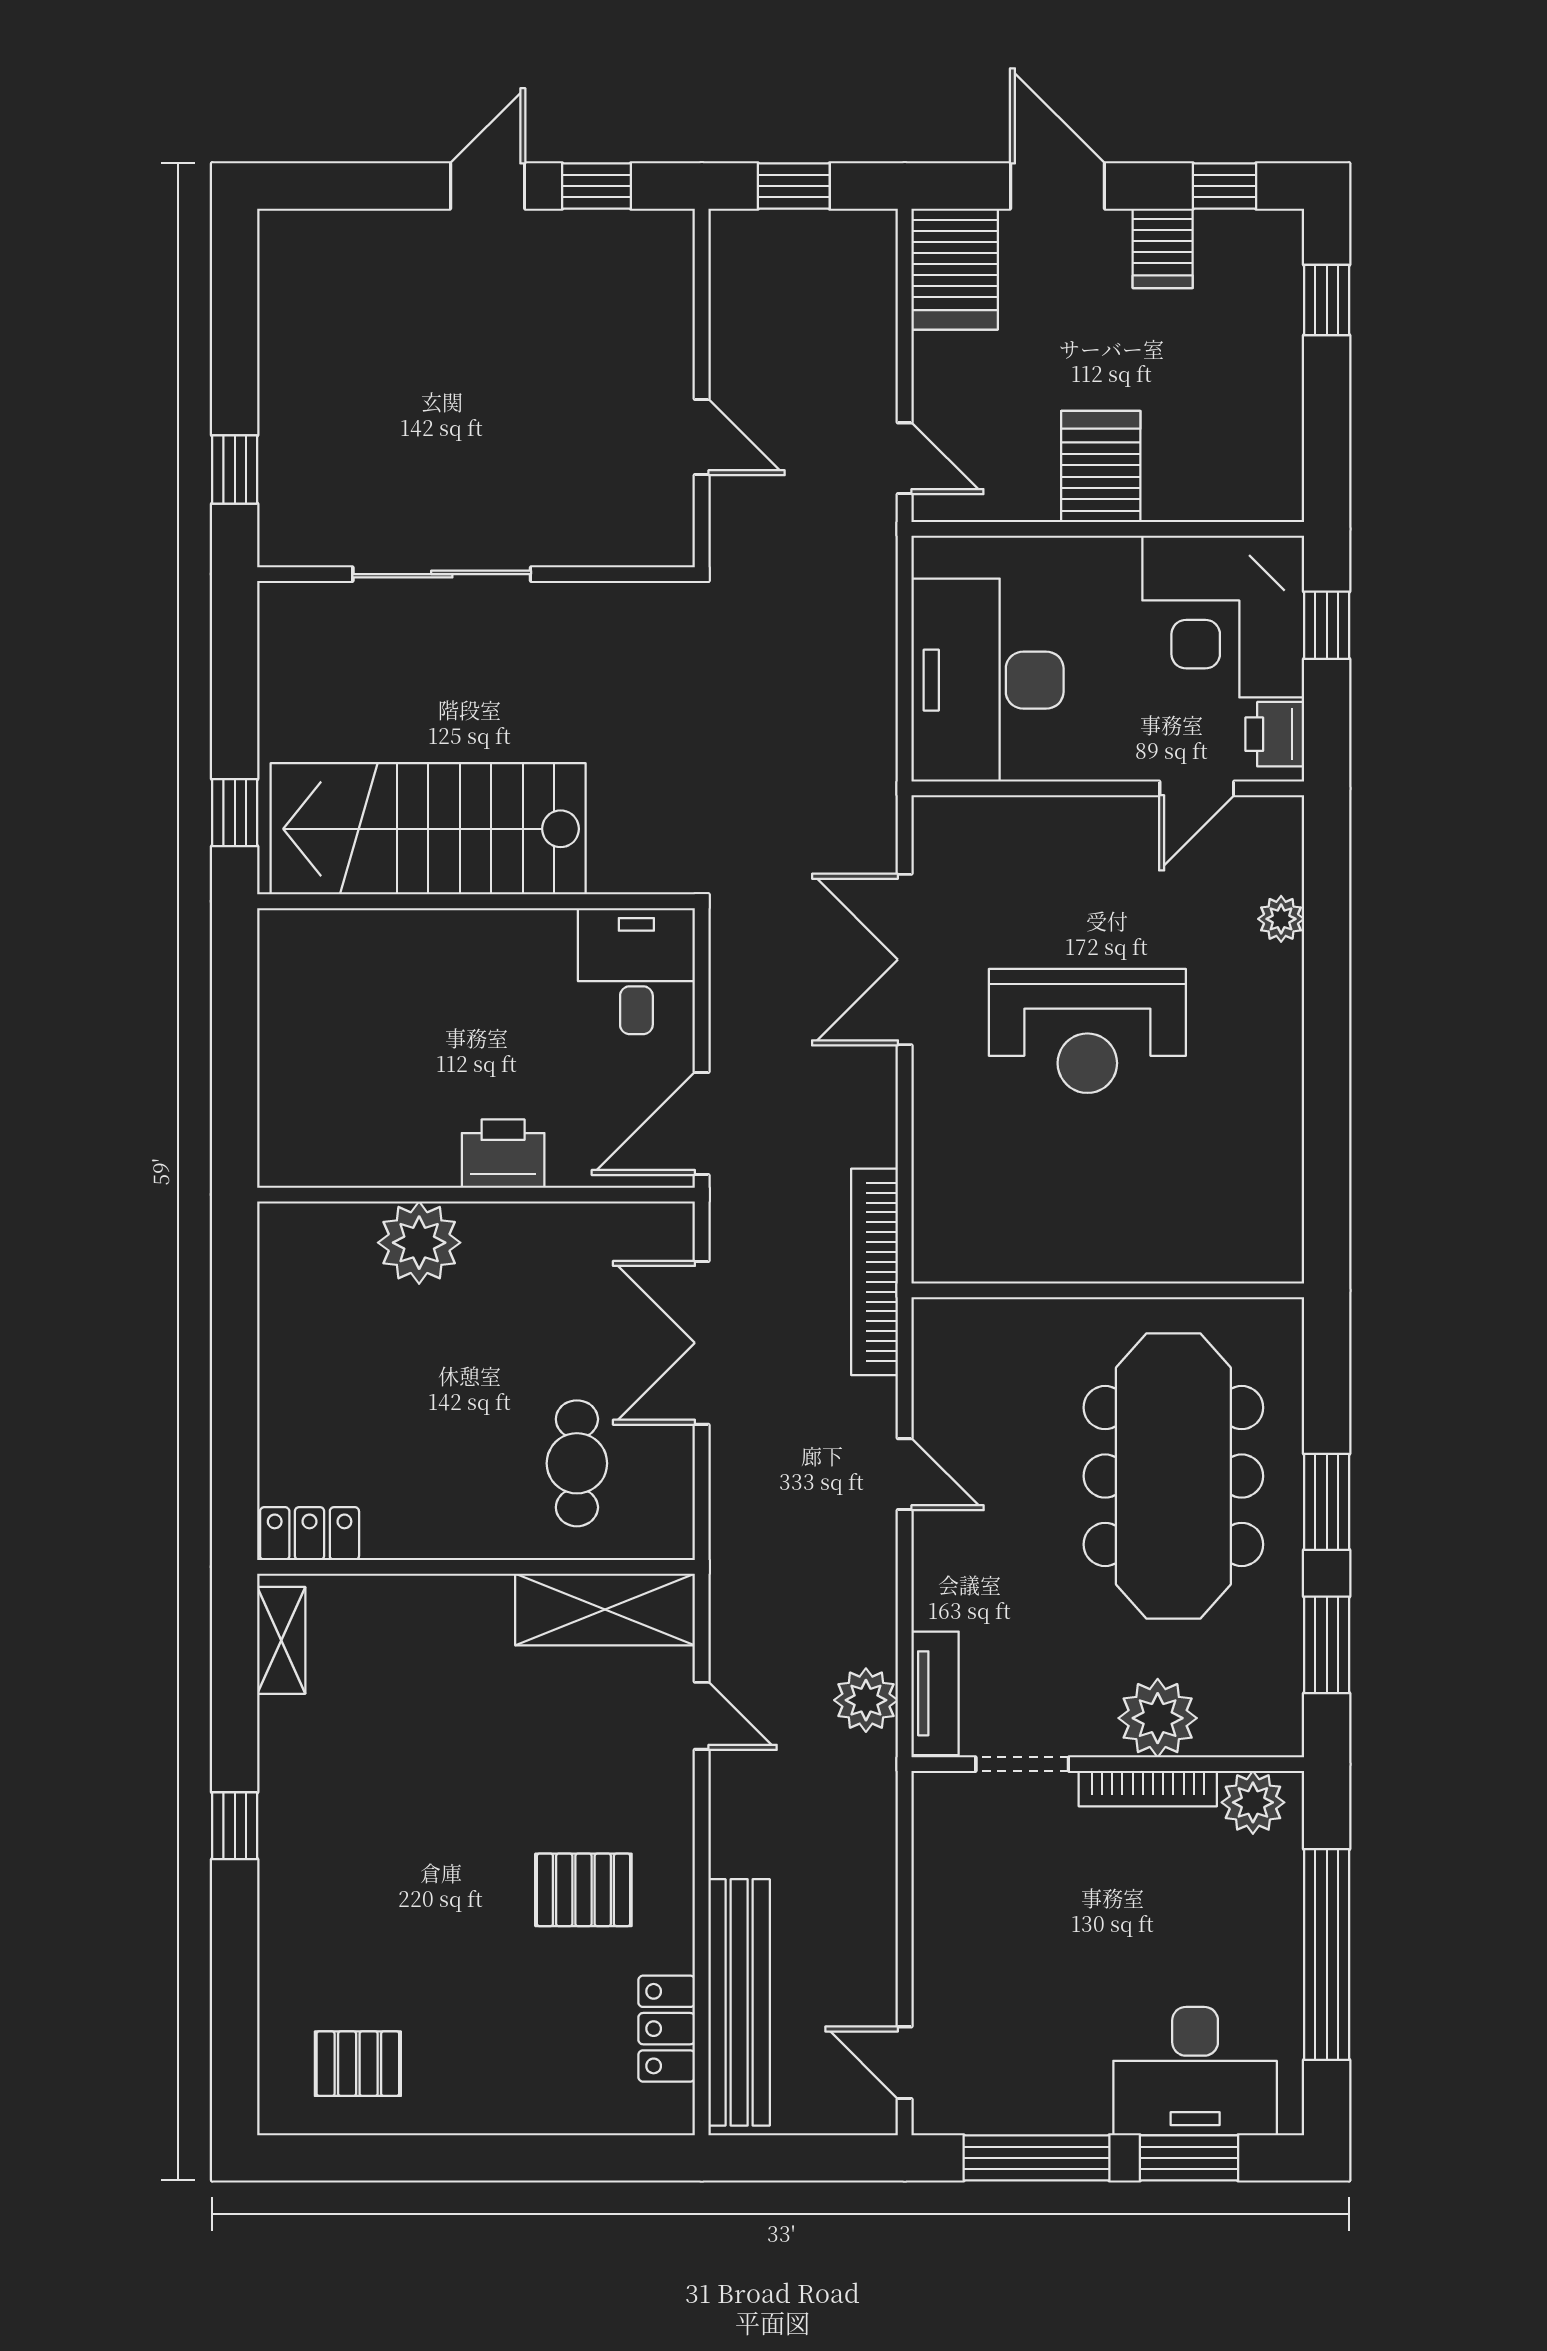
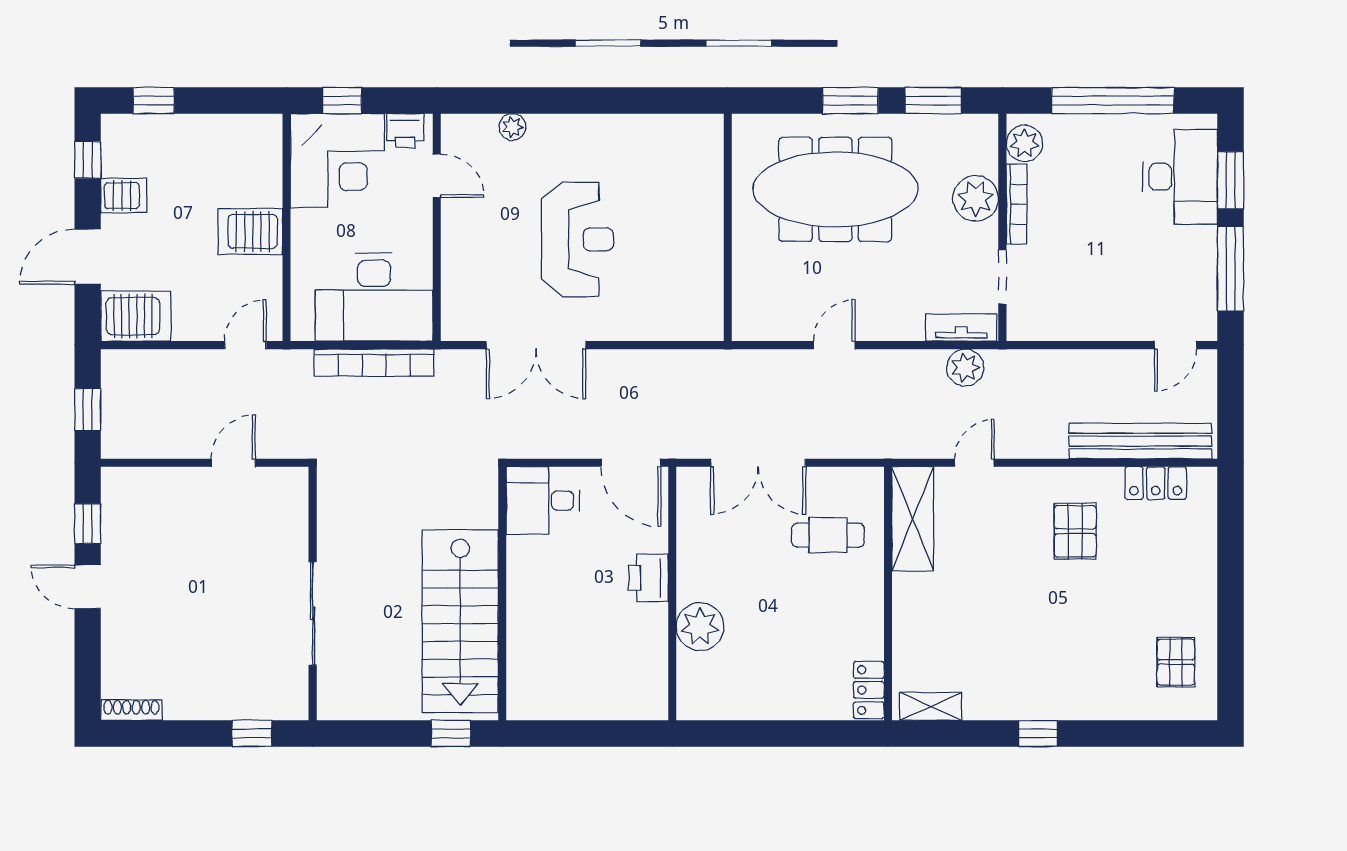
shoe rack: (275, 262) -> (131, 710), added
bookcase: (875, 1272) -> (374, 363), moved

